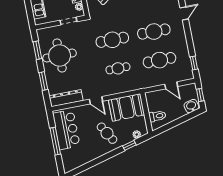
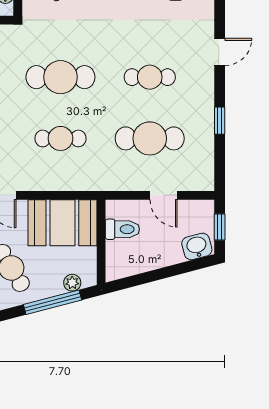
cafe table: (154, 32) -> (150, 77), width x0.73, depth x0.74
window: (194, 63) -> (220, 121), moved
toilet: (157, 116) -> (122, 229), moved
window: (129, 145) -> (52, 302), width x2.17

